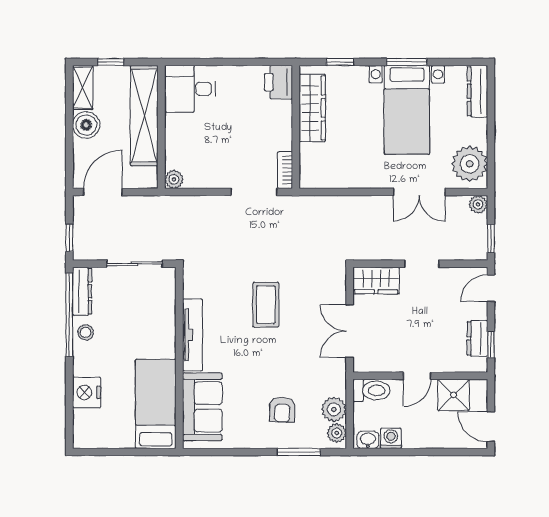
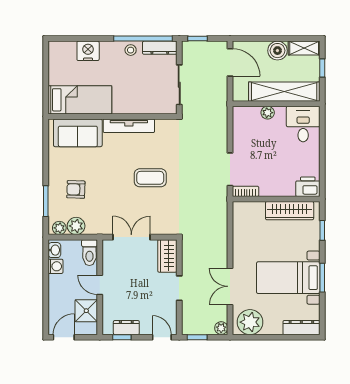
plant: (174, 179) -> (268, 113), moved

